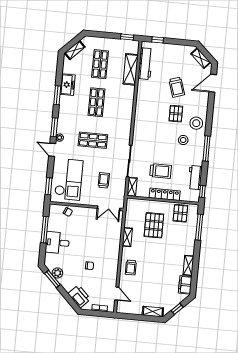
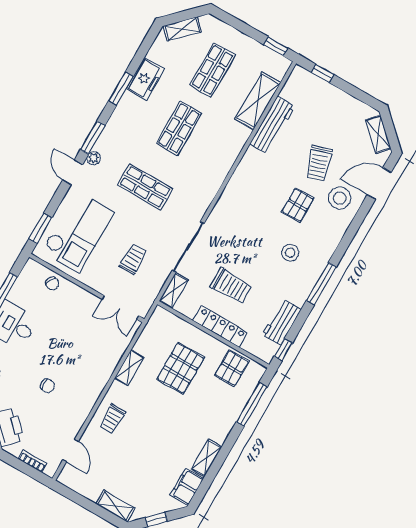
workbench: (145, 64) -> (272, 125), moved
stool: (196, 123) -> (340, 198), moved

